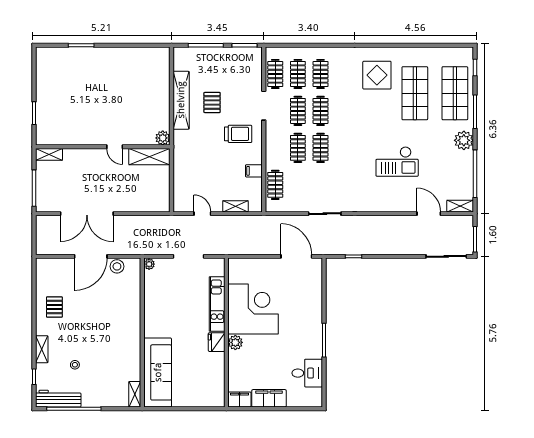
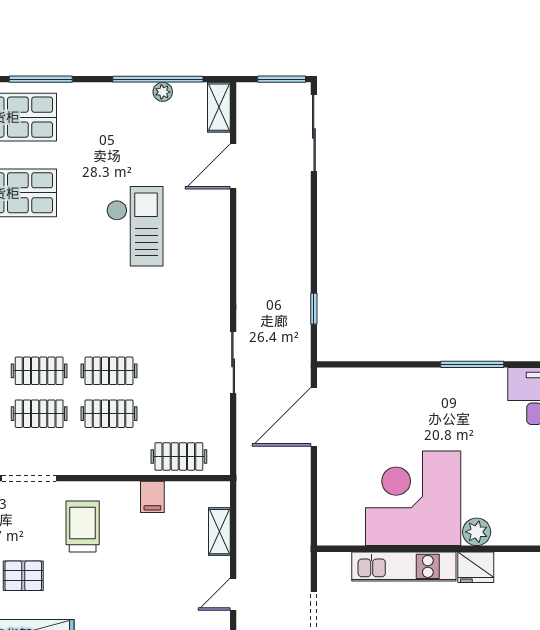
plant: (464, 140) -> (163, 92), moved, width x0.53, depth x0.53

